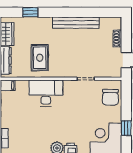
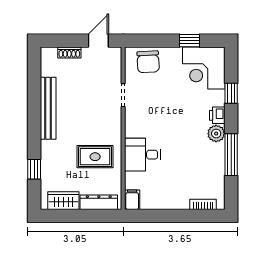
desk: (46, 93) -> (142, 155), width x0.73
chair: (110, 97) -> (148, 62), turned 87

